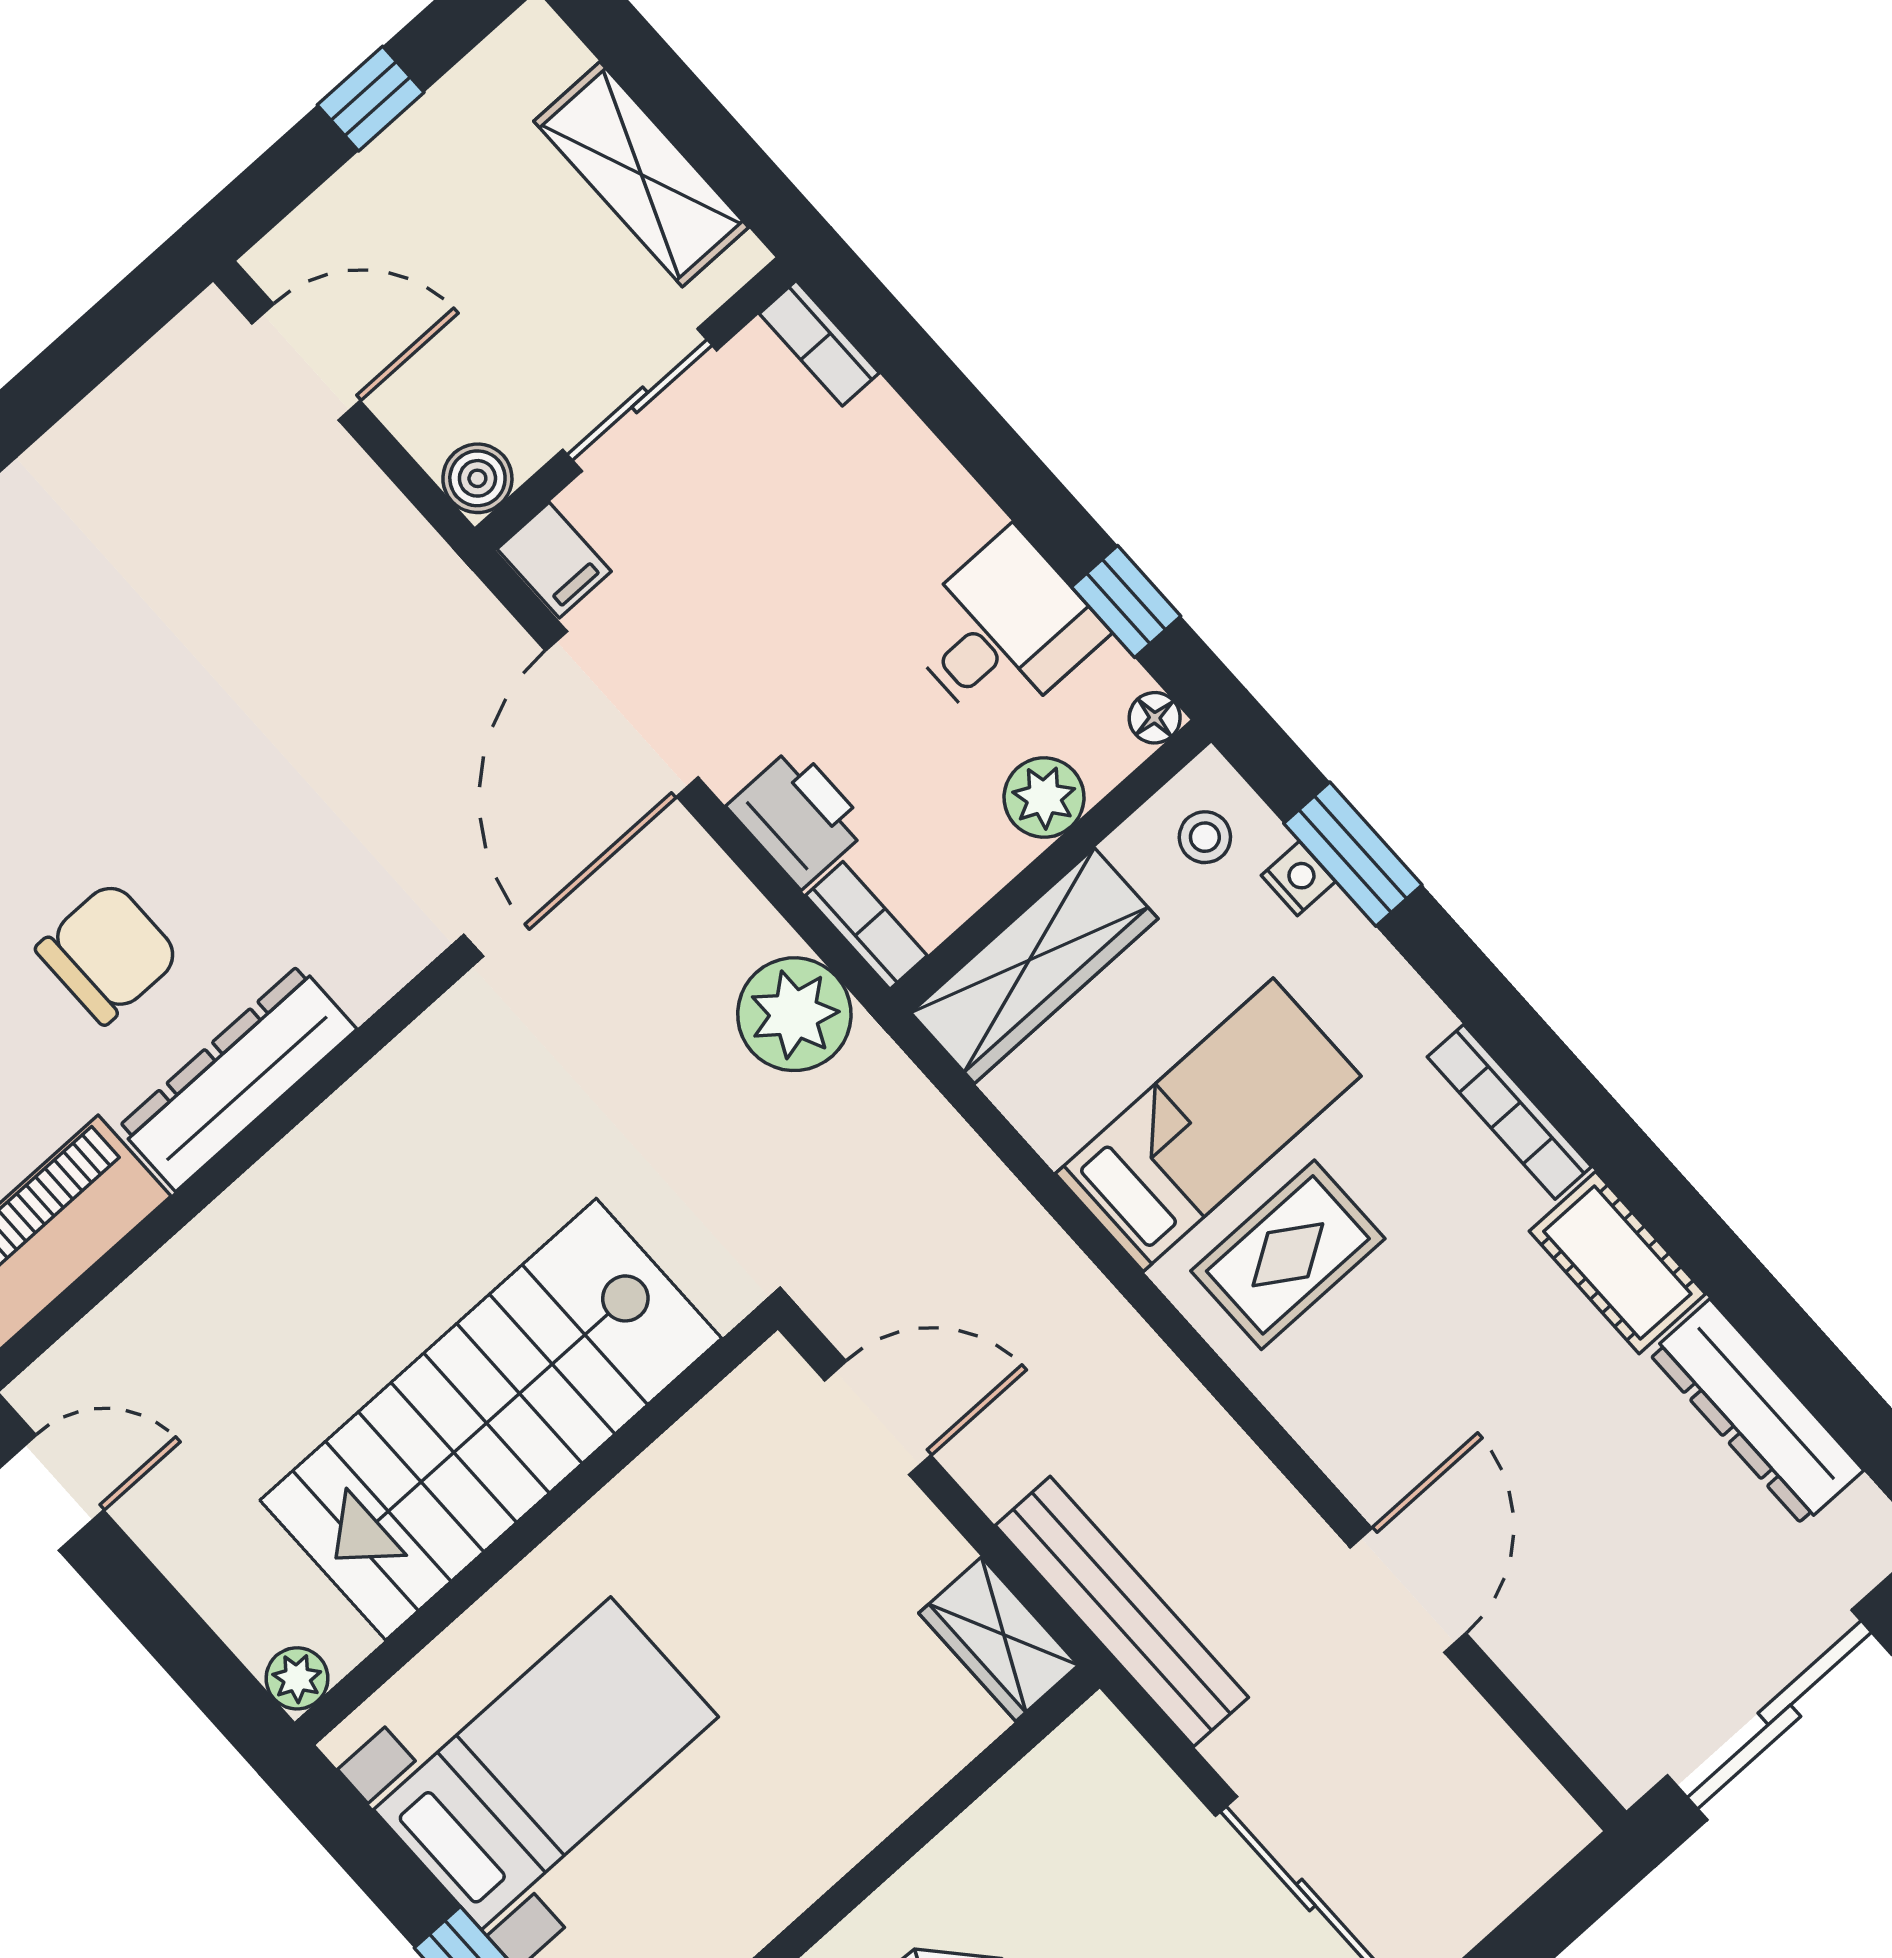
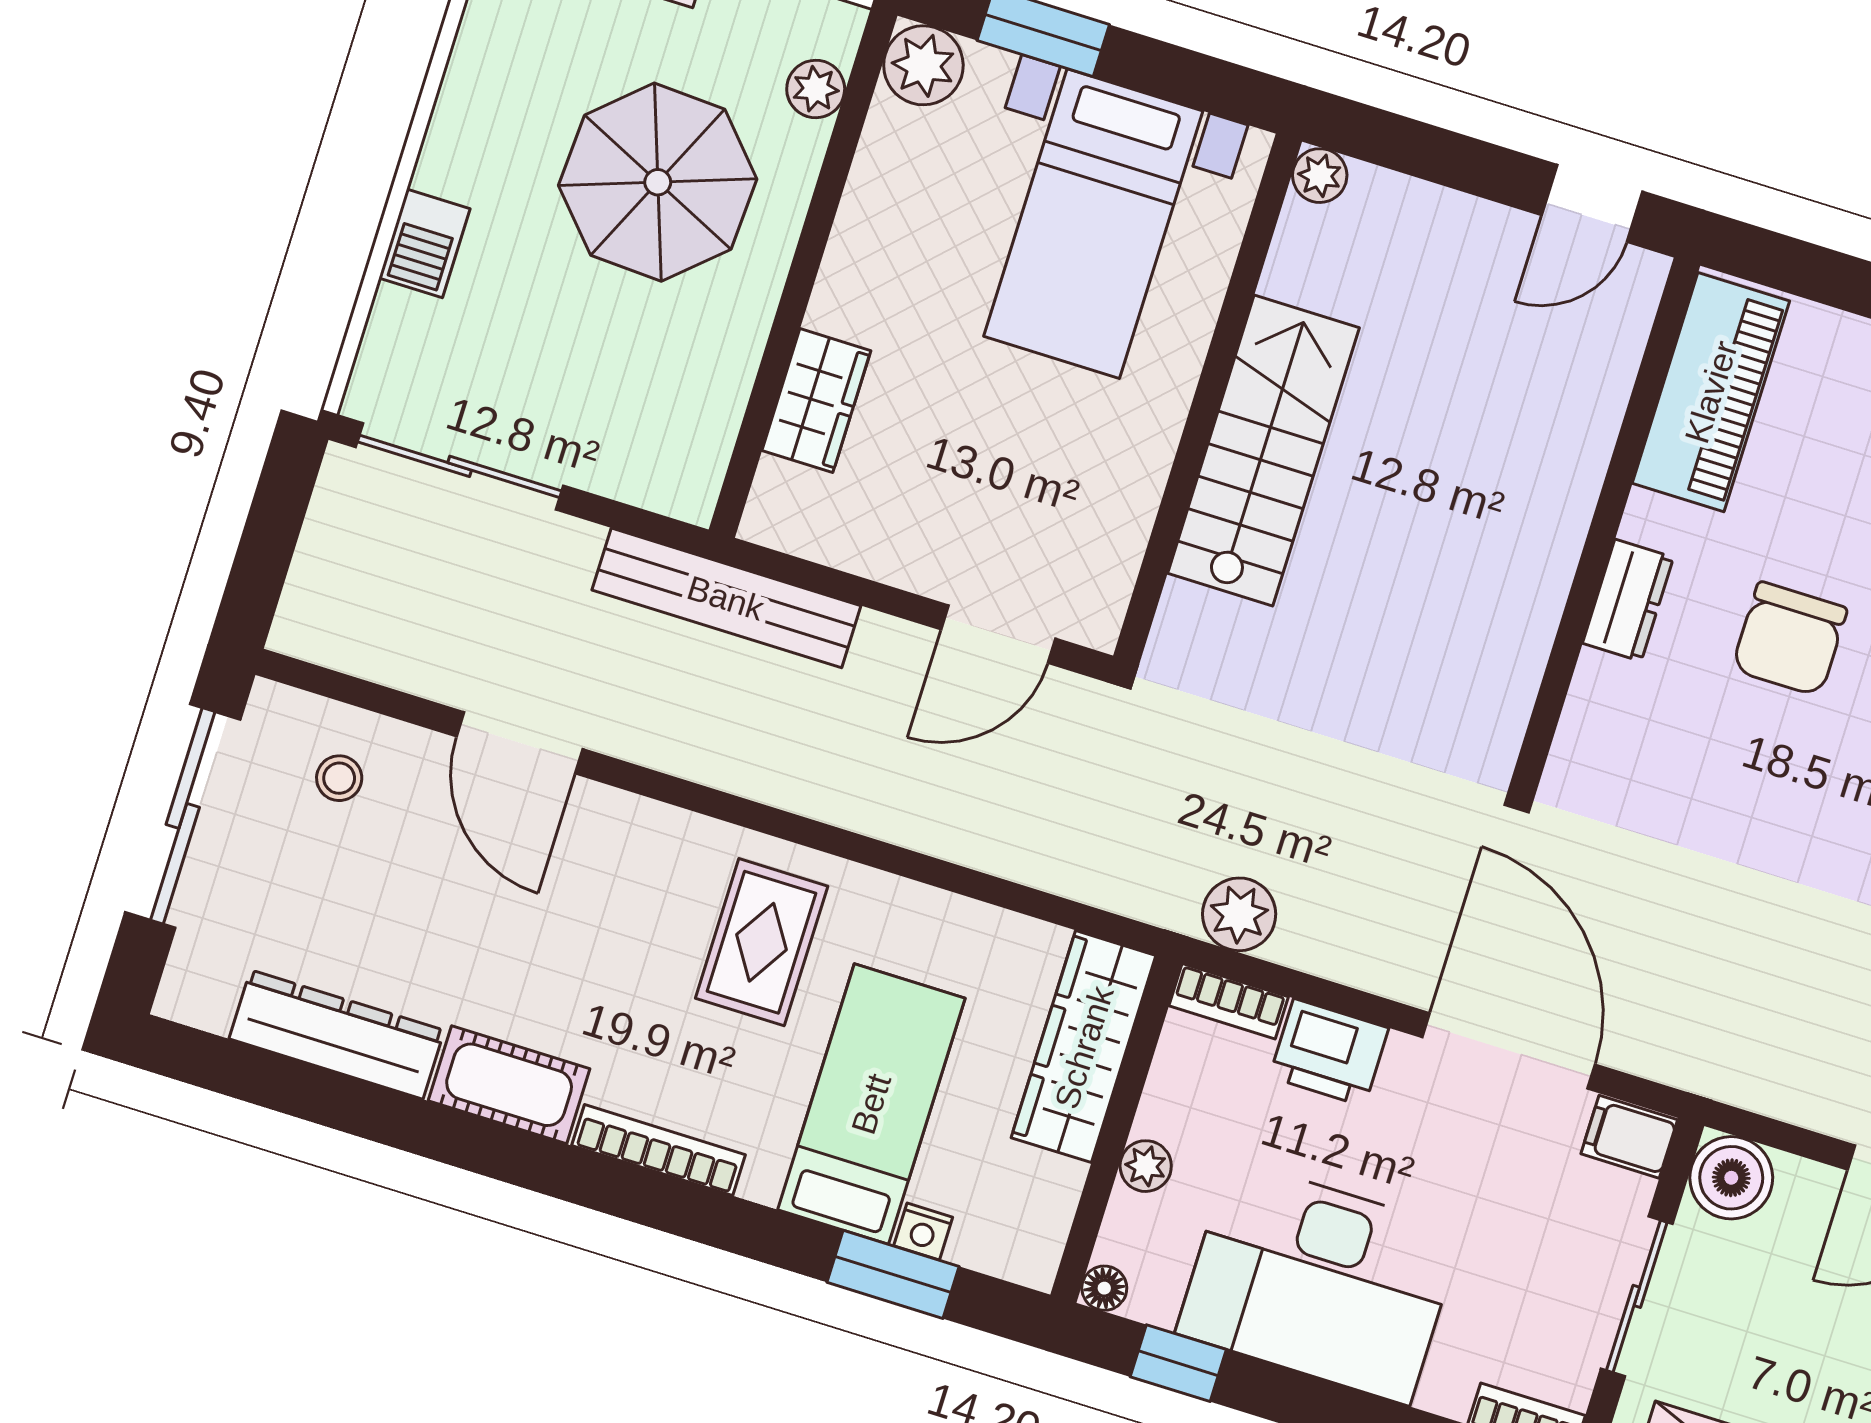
boiler: (477, 478) -> (1731, 1178), width x1.36, depth x1.36
desk: (1003, 631) -> (1319, 1282), width x1.87, depth x1.30
plant: (1044, 798) -> (1146, 1166), width x0.73, depth x0.73
stool: (1205, 837) -> (339, 778), moved
plant: (794, 1014) -> (1239, 914), width x0.73, depth x0.73
dresser: (237, 1078) -> (1628, 600), width x0.51, depth x0.80
bed: (1208, 1125) -> (871, 1104), moved, turned 180
stairs: (491, 1419) -> (1263, 451), width x0.73, depth x0.66
wardrobe: (999, 1639) -> (816, 401), moved, turned 90

